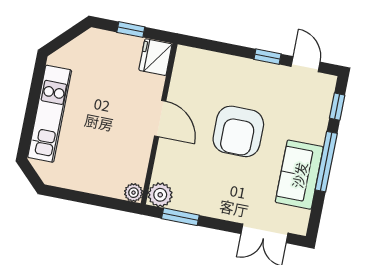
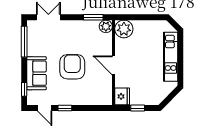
window: (326, 162) -> (24, 42), moved
sofa: (299, 175) -> (37, 73), moved
plant: (134, 193) -> (124, 29), width x1.88, depth x1.88

